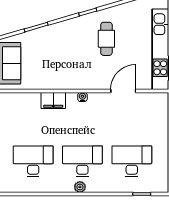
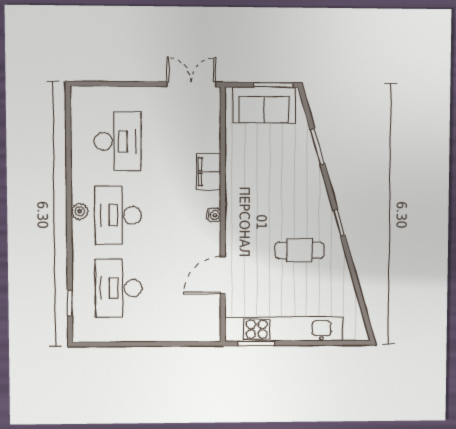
door: (123, 91) -> (223, 275), swing flipped
desk: (82, 161) -> (118, 215), turned 180
desk: (132, 161) -> (119, 288), turned 180

